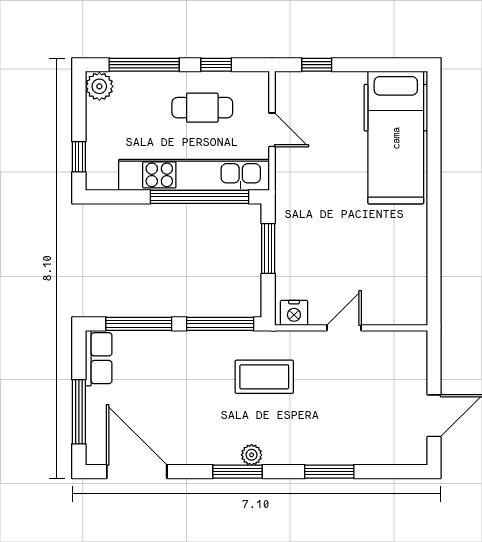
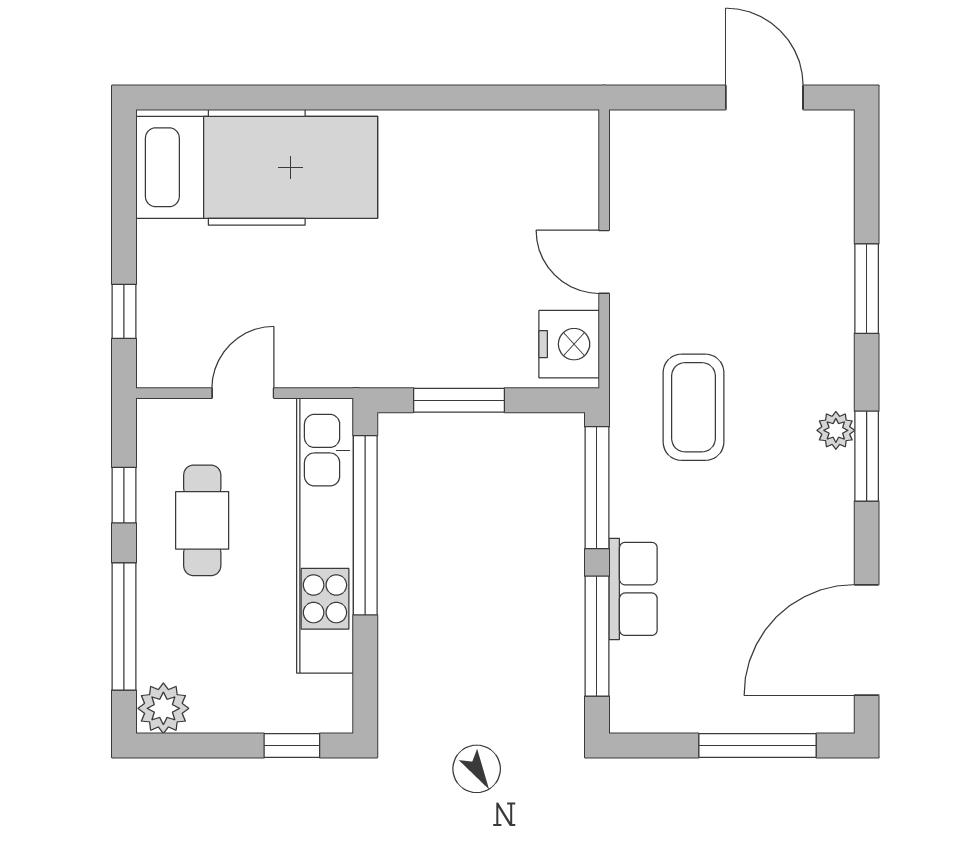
nightstand: (294, 313) -> (569, 344), width x1.36, depth x1.33
row of seats: (99, 358) -> (633, 589), moved, turned 90

